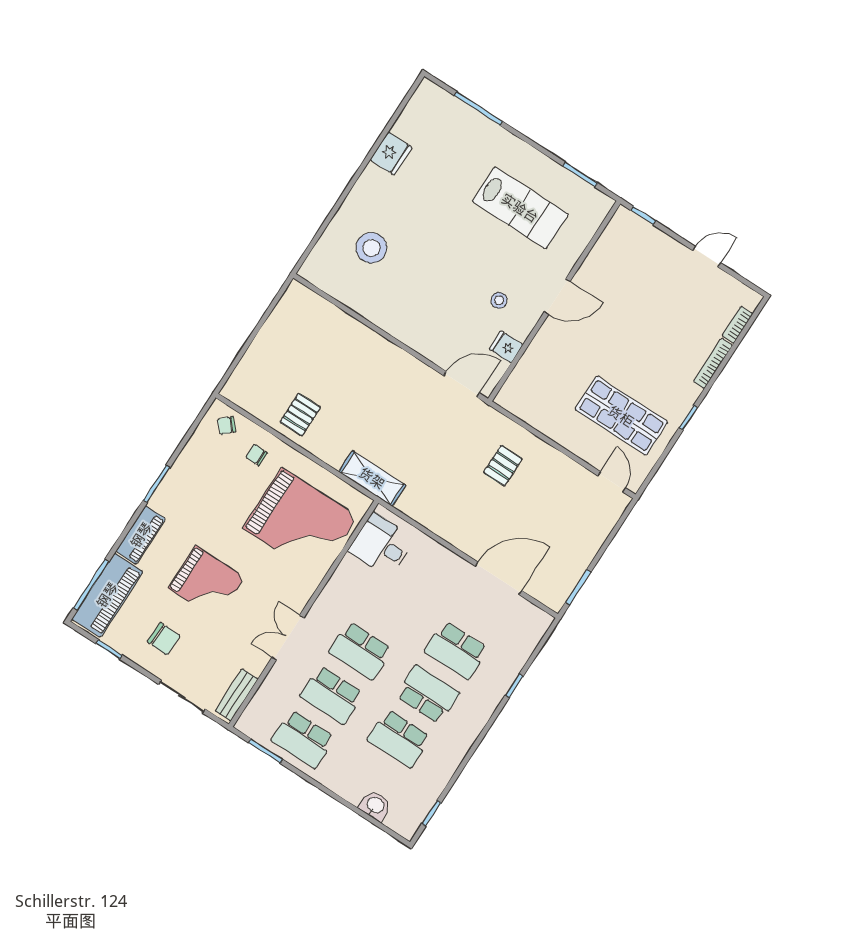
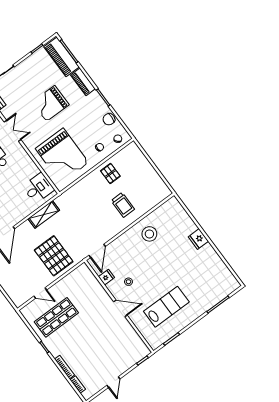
fridge: (391, 154) -> (198, 239), moved
lab bench: (520, 208) -> (166, 307), turned 180
stool: (371, 248) -> (149, 234), moved
door: (557, 297) -> (120, 308), swing flipped
trolley: (353, 367) -> (123, 205), added
pallet: (503, 466) -> (54, 256), width x2.05, depth x2.00
shelving: (372, 478) -> (44, 214), moved
door: (612, 482) -> (40, 293), moved
grand piano: (300, 522) -> (62, 156), turned -90
chair: (164, 639) -> (109, 119), moved

